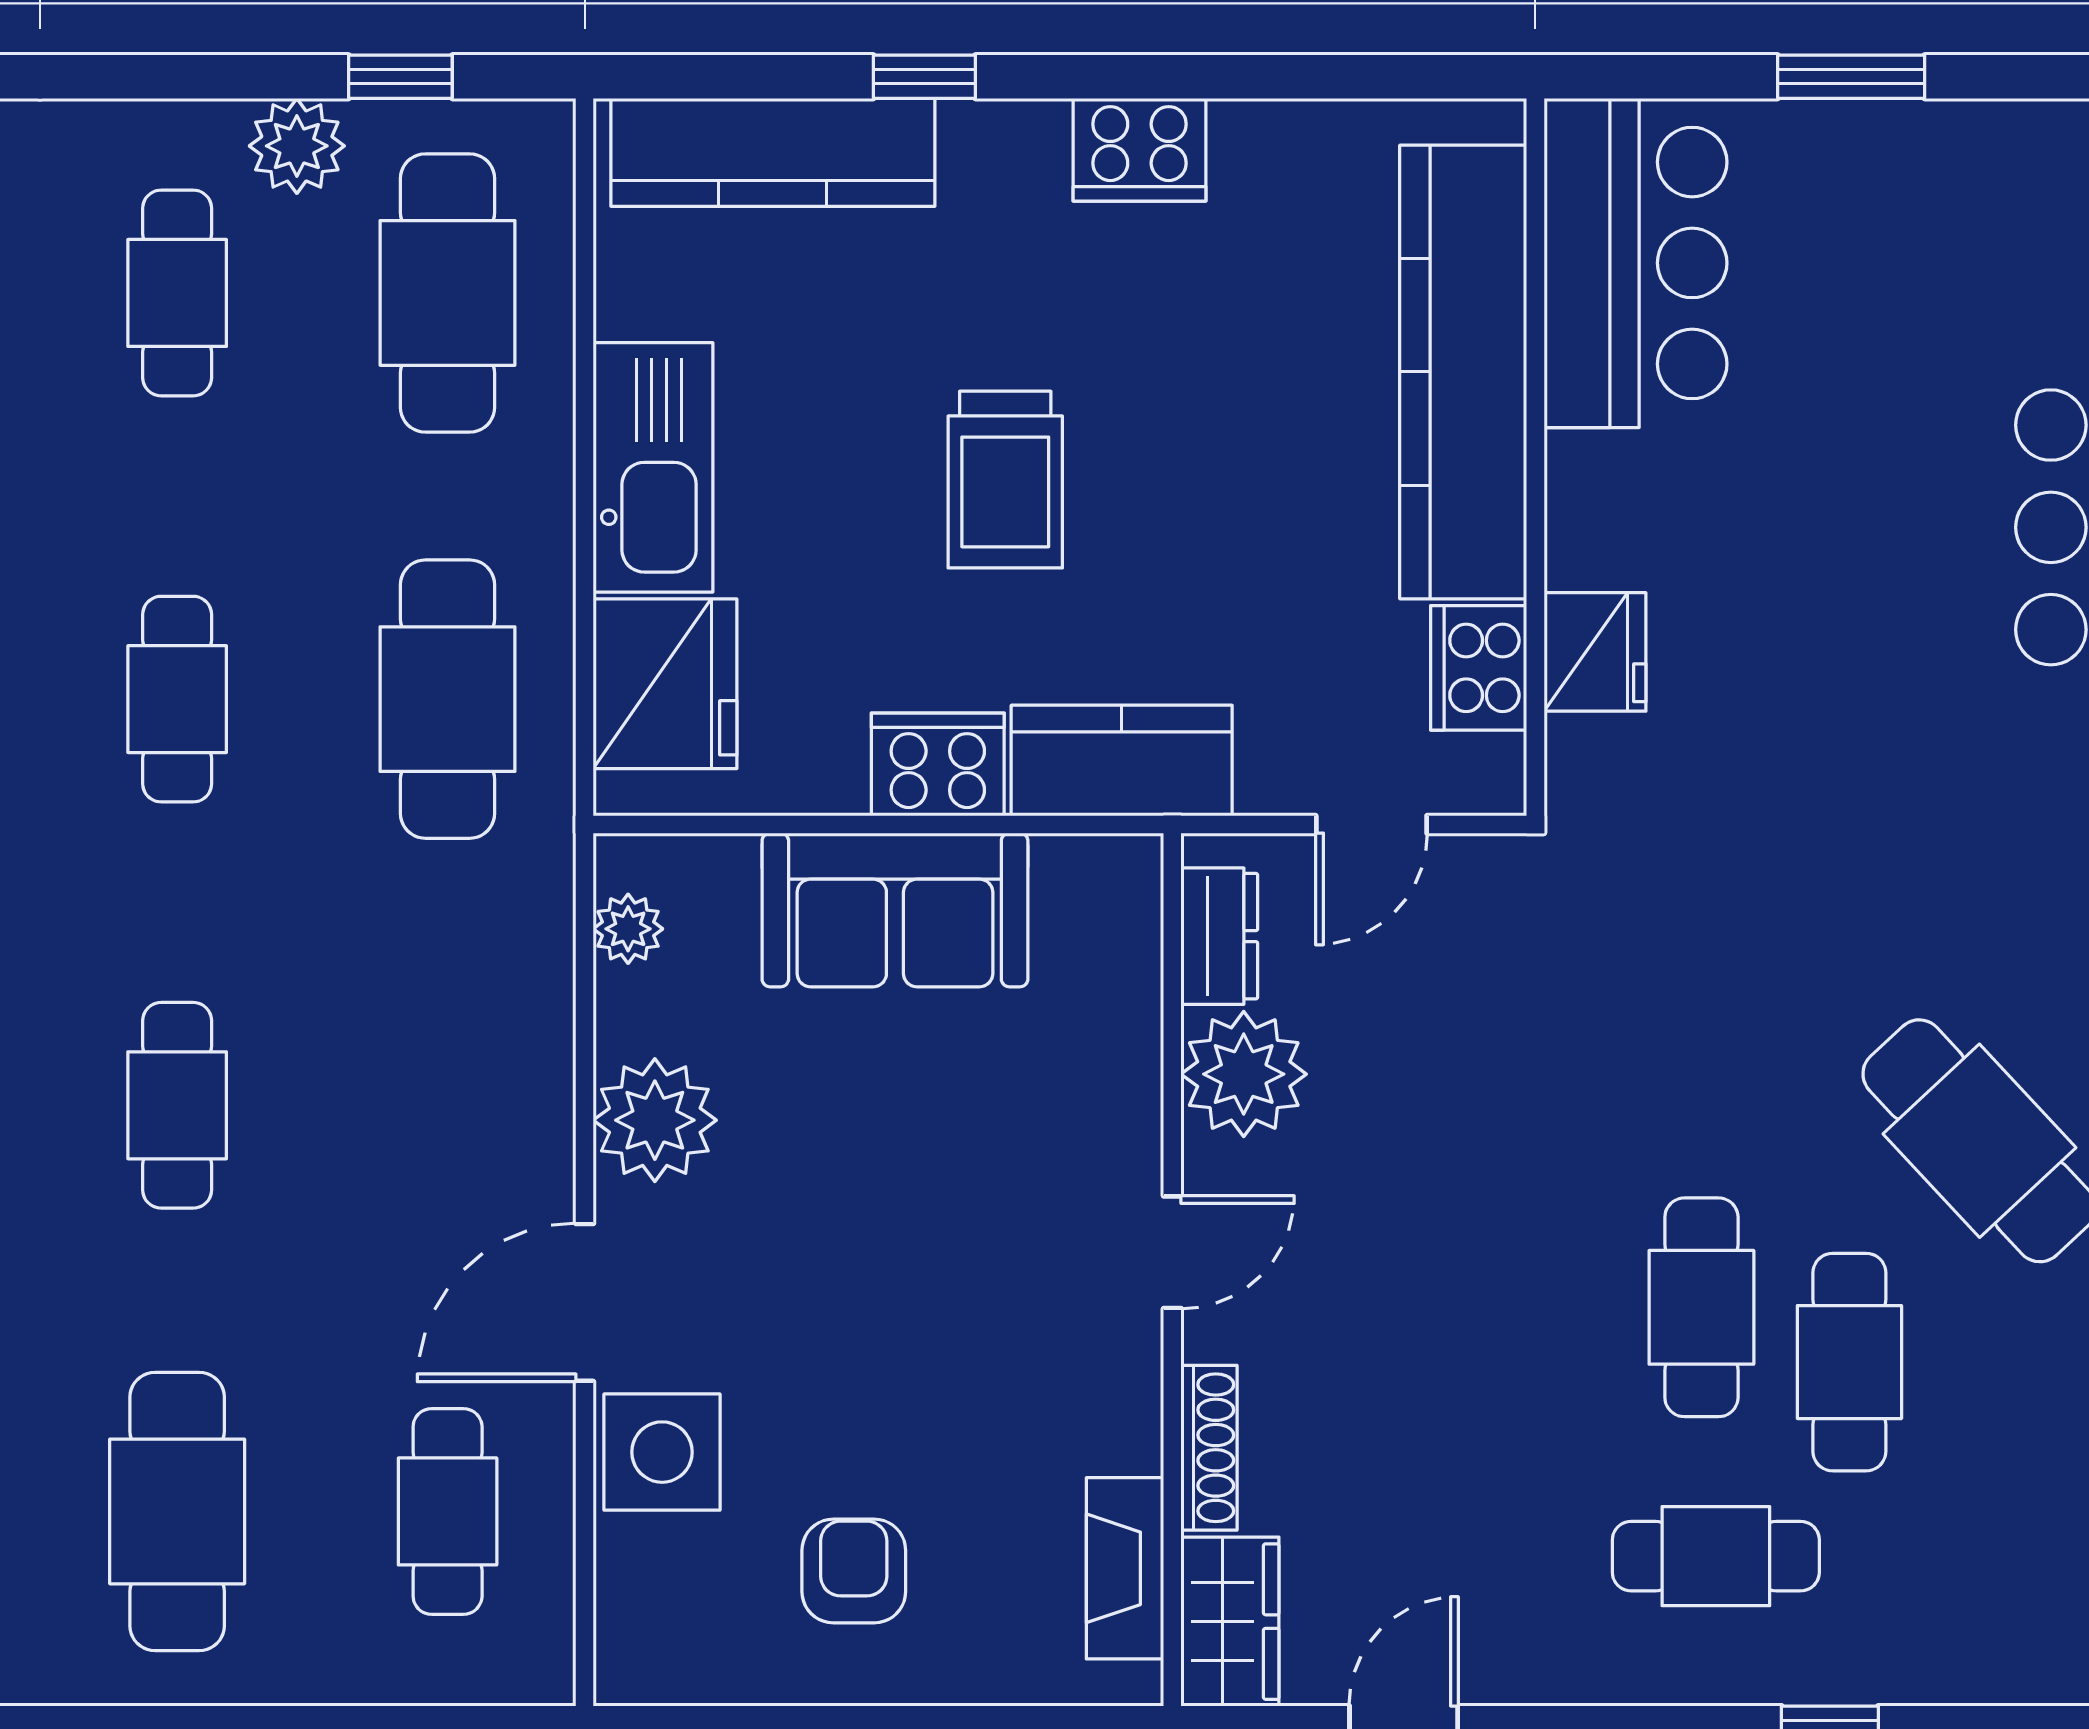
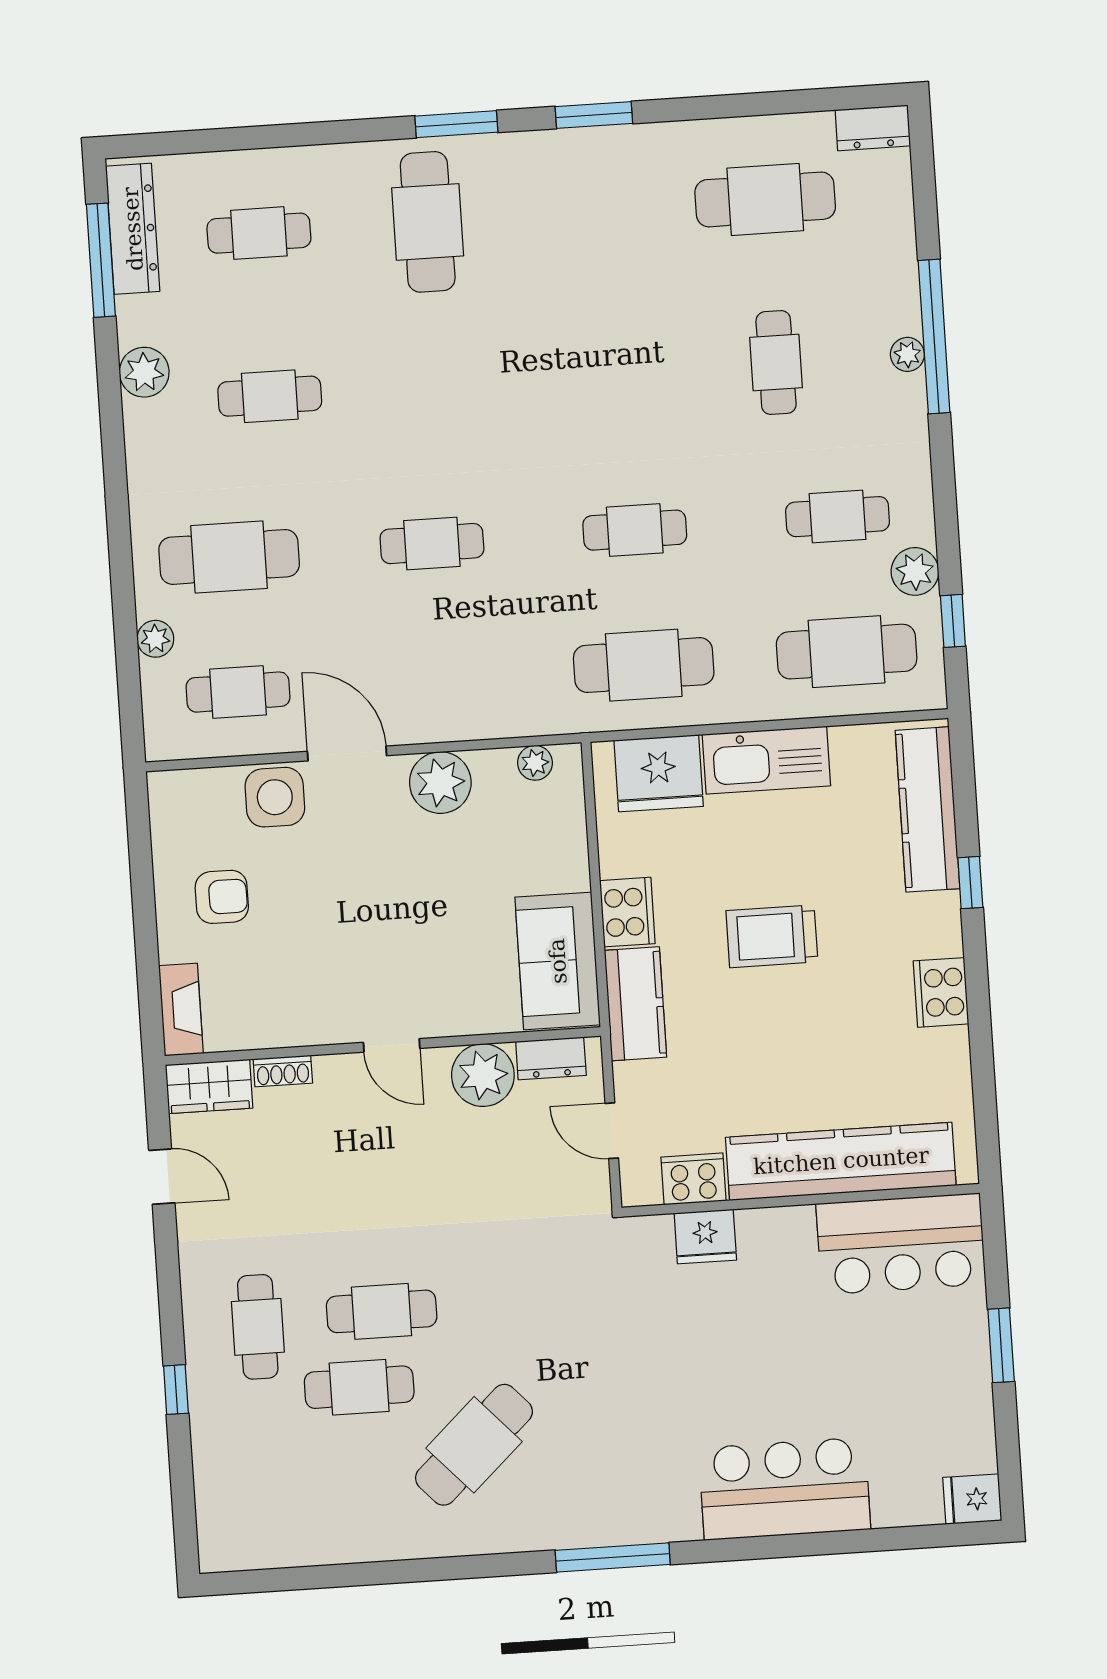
sofa: (895, 910) -> (558, 961), moved
shoe rack: (1209, 1448) -> (283, 1071), width x0.70
fireplace: (1125, 1568) -> (181, 1010), moved, turned 90
plant: (330, 1669) -> (155, 639), added

